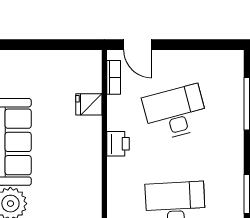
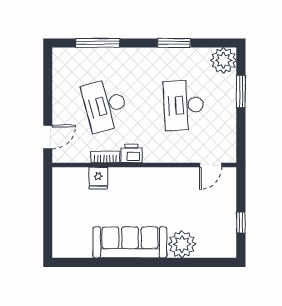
bookcase: (114, 77) -> (105, 157), moved

